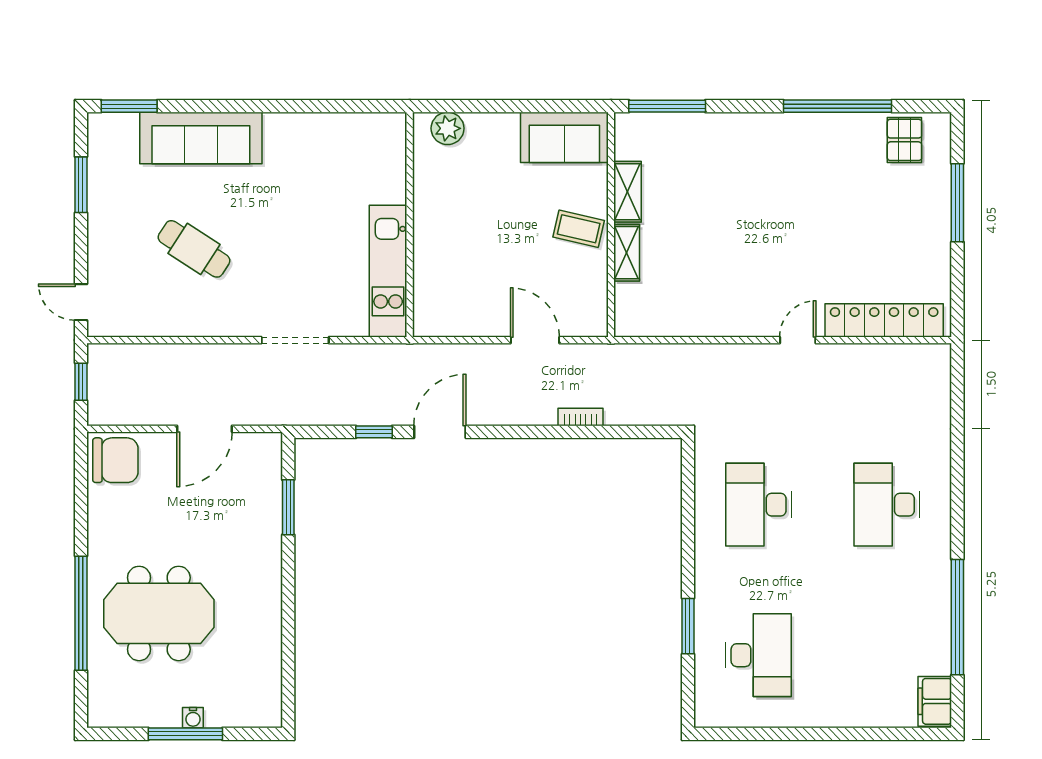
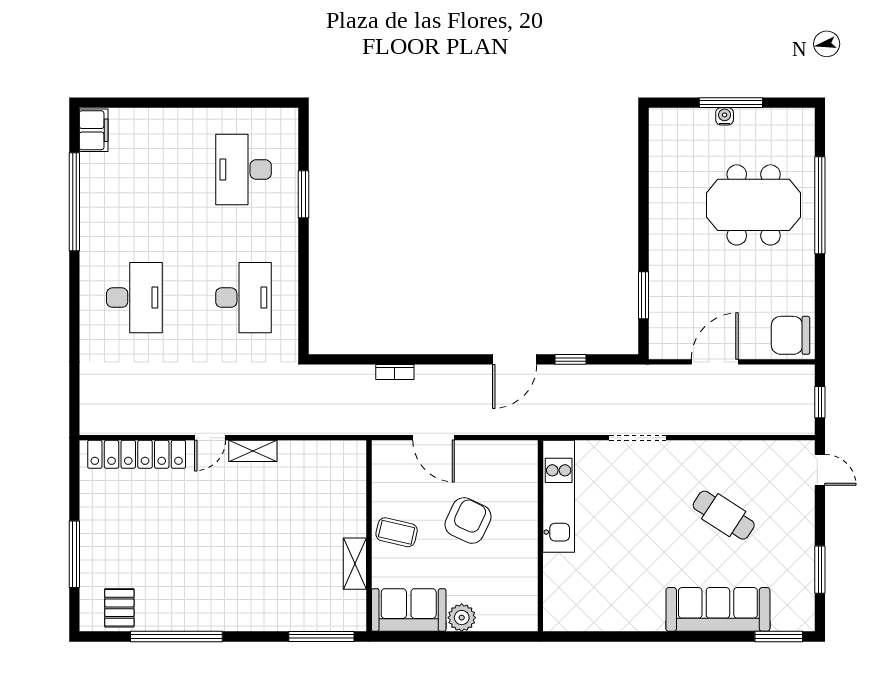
plant: (448, 128) -> (462, 618), moved
armchair: (495, 243) -> (468, 520), added
shelving: (627, 253) -> (253, 451), moved, turned 90

